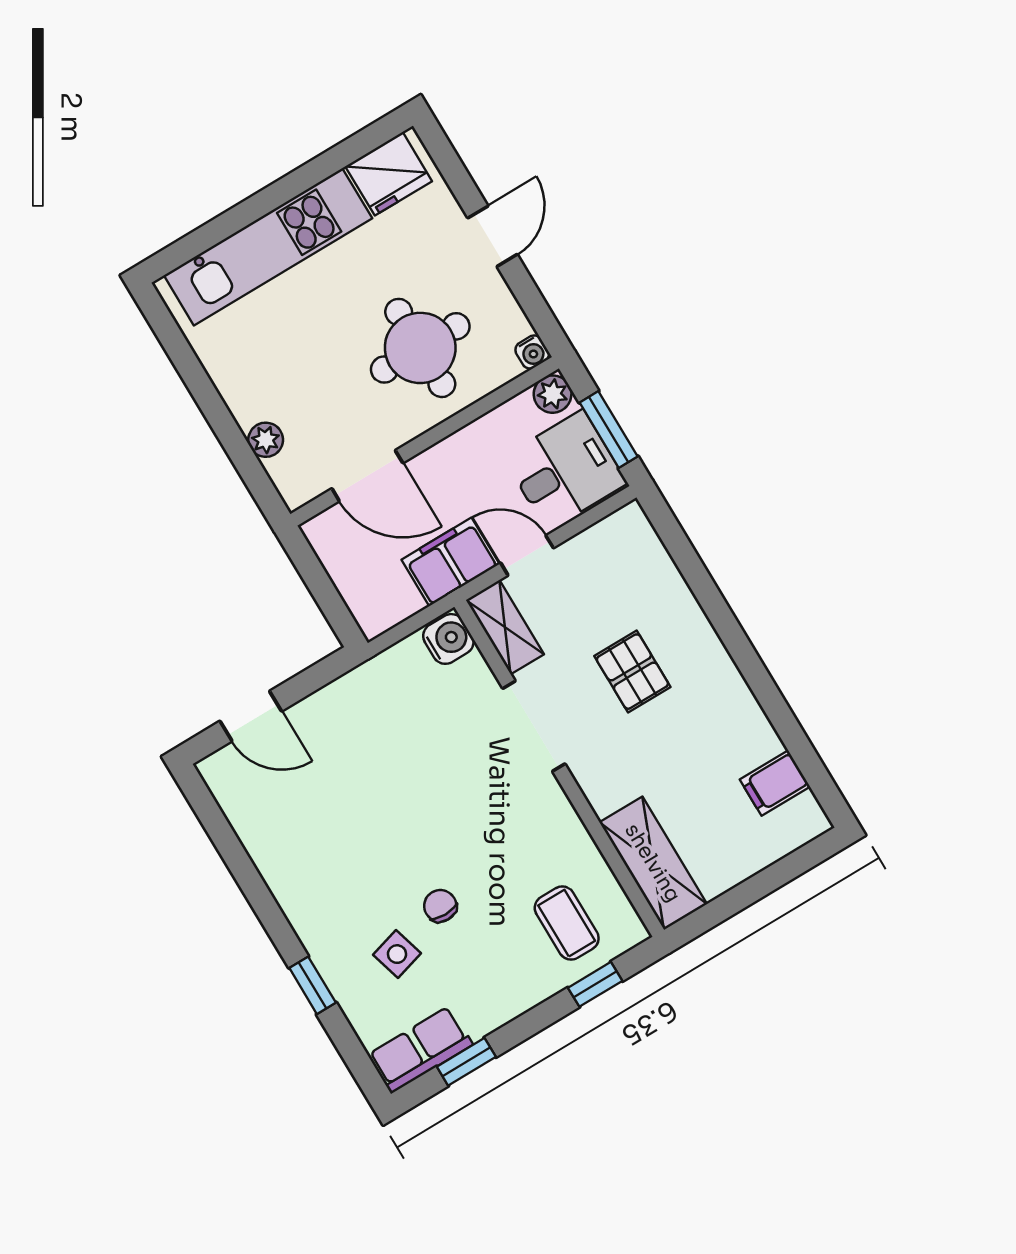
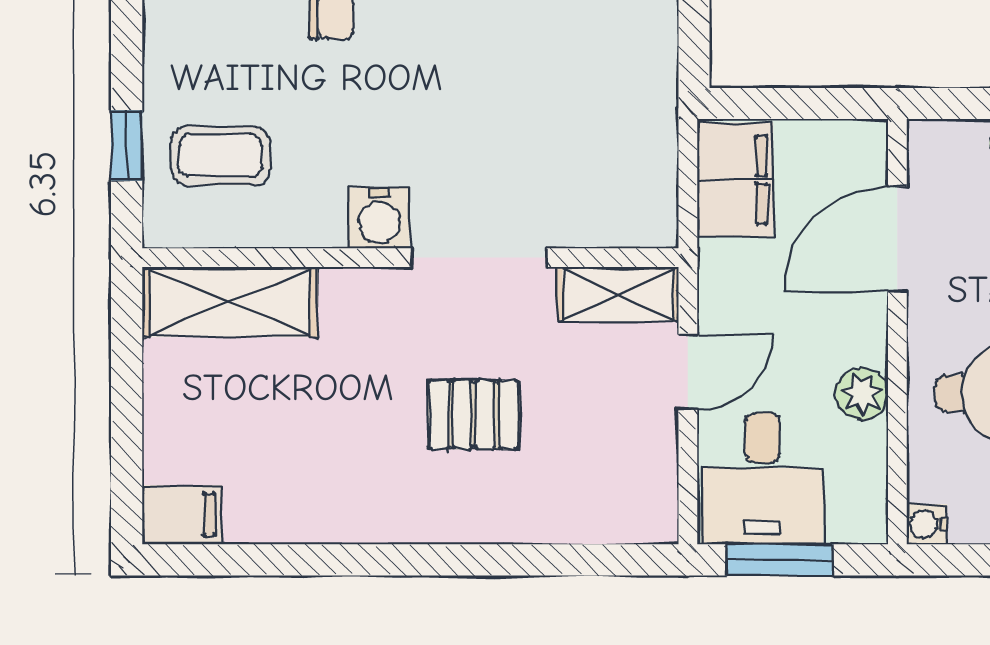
plant: (553, 394) -> (862, 394), moved
filing cabinet: (450, 562) -> (735, 180), moved
water cooler: (448, 639) -> (379, 218), moved
filing cabinet: (775, 783) -> (182, 515), moved, turned 90

